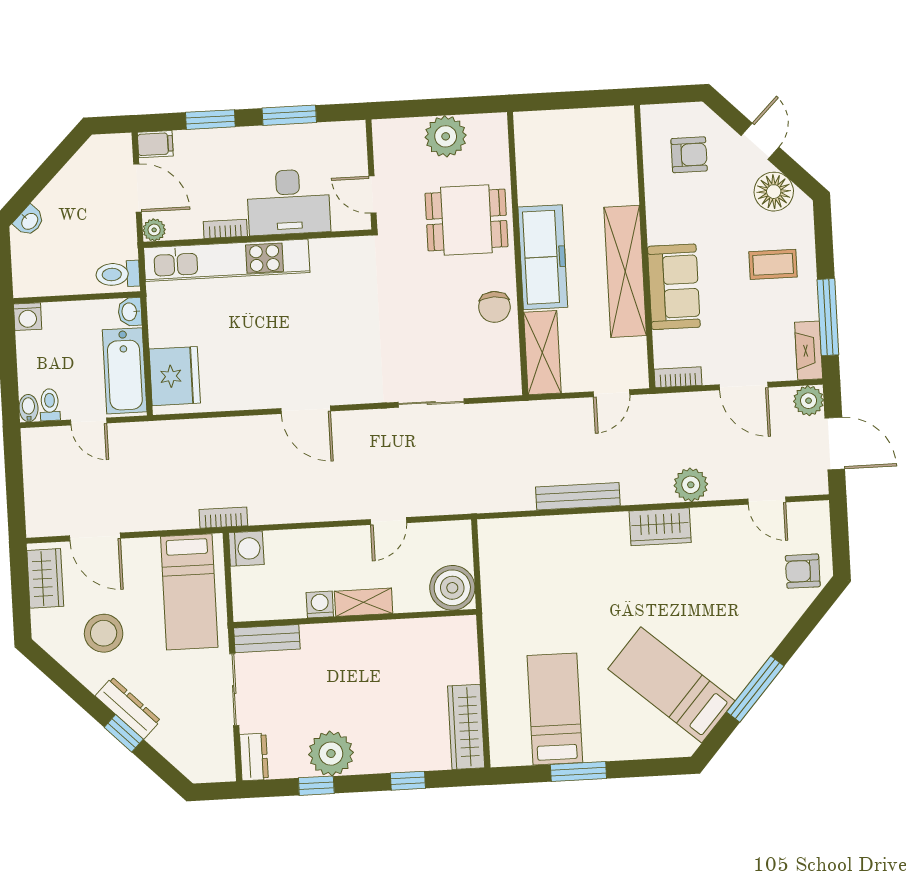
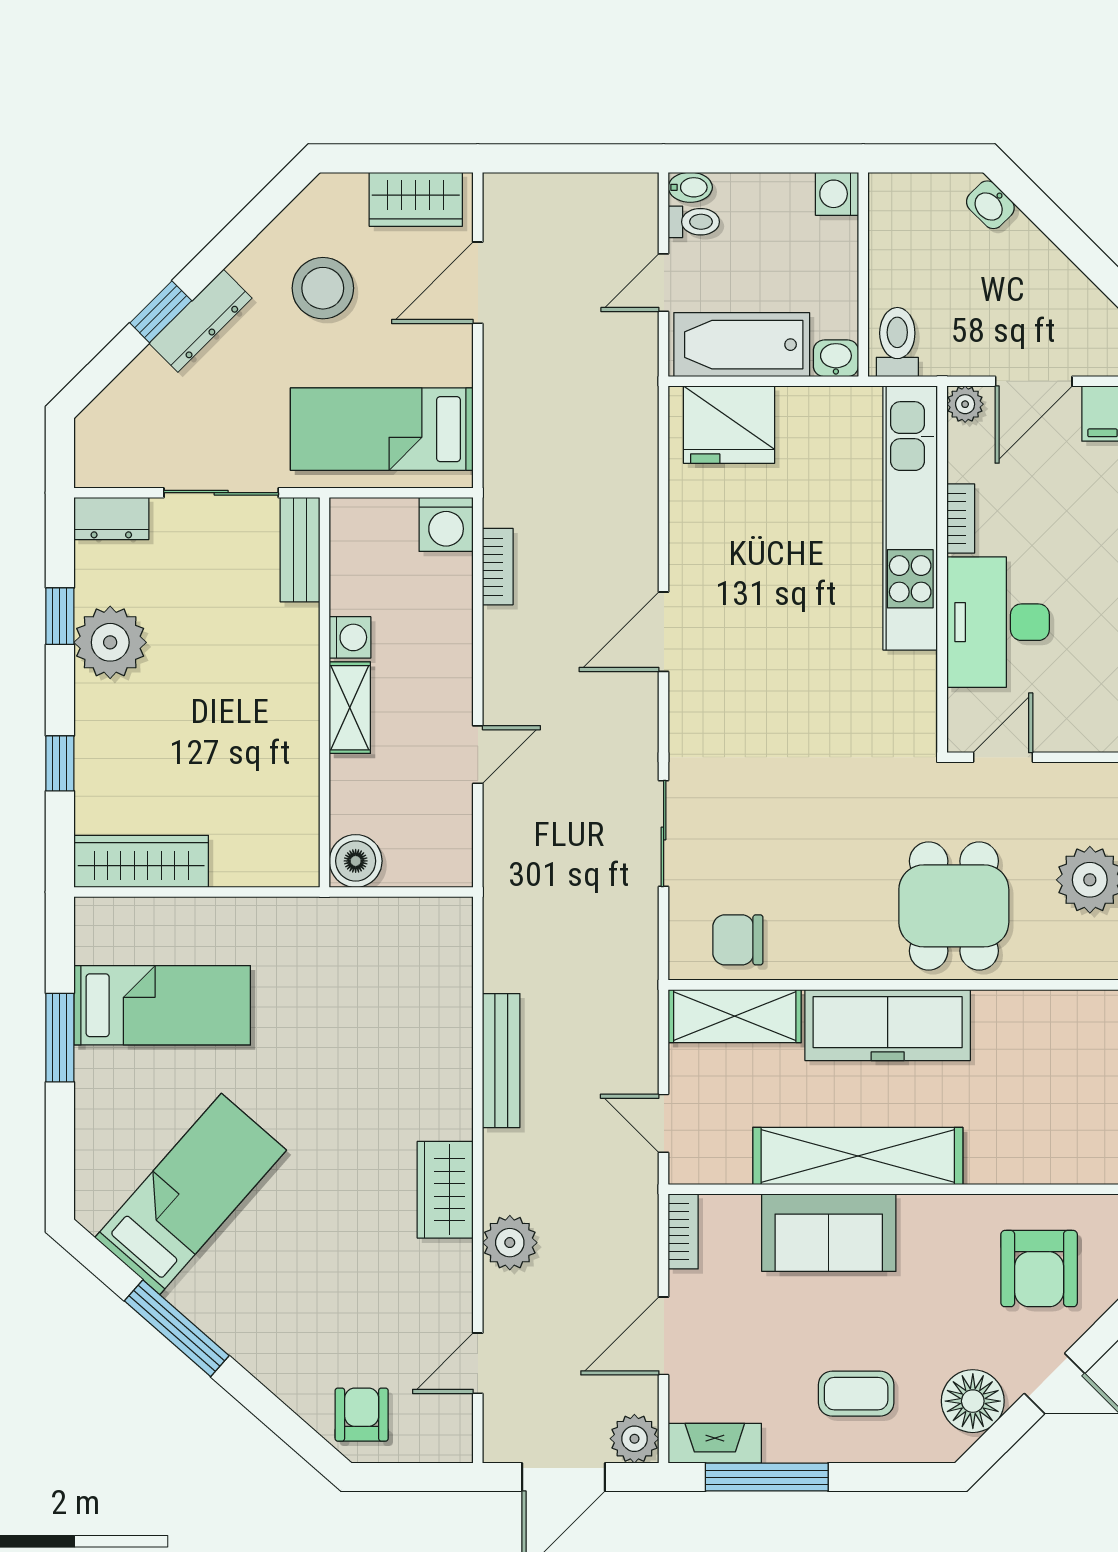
armchair: (689, 155) -> (1039, 1269), width x1.38, depth x1.38
coffee table: (773, 264) -> (856, 1394), turned 90
chair: (494, 307) -> (738, 940), moved
bookcase: (223, 518) -> (498, 567), moved
door: (388, 521) -> (478, 755), swing flipped
boiler: (452, 588) -> (356, 861), width x0.73, depth x0.73

